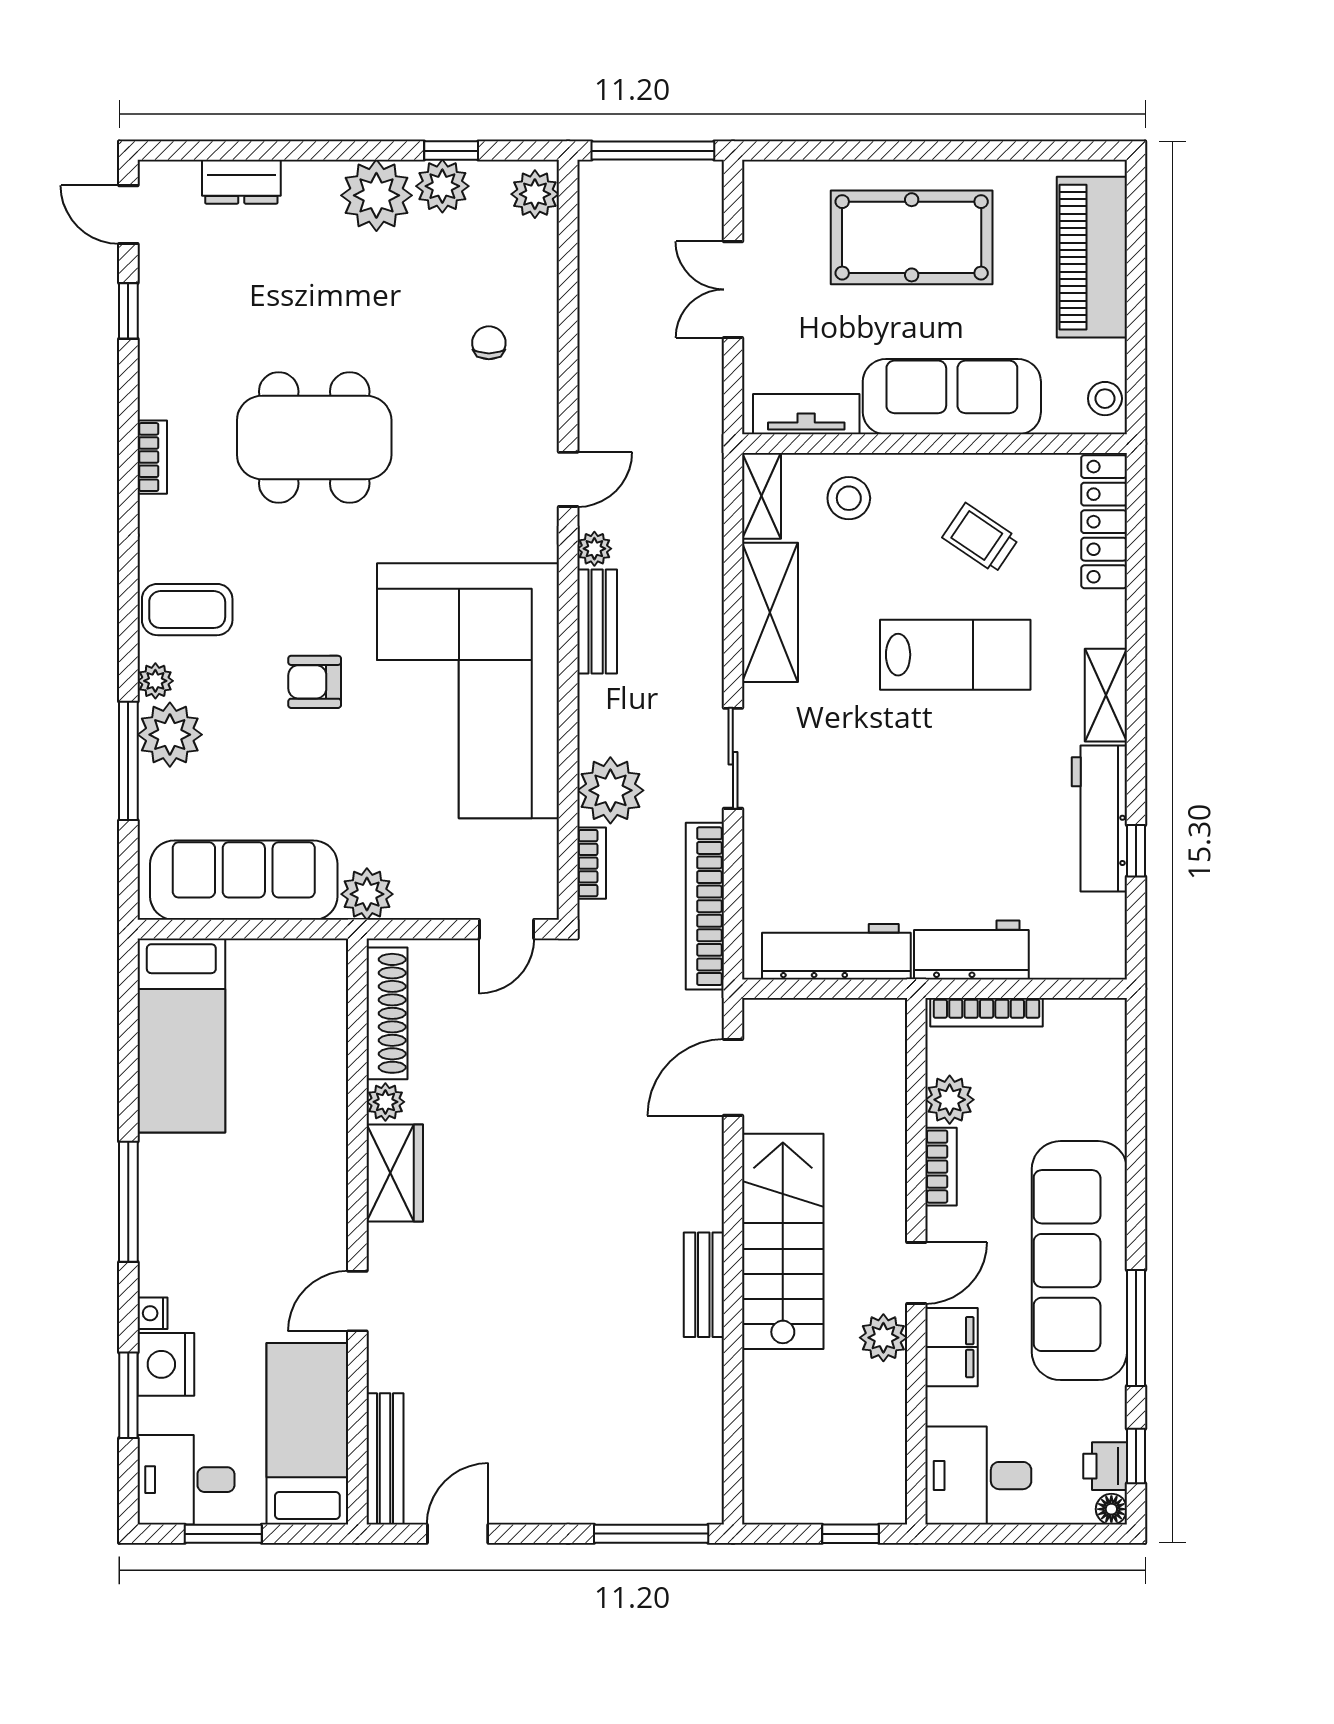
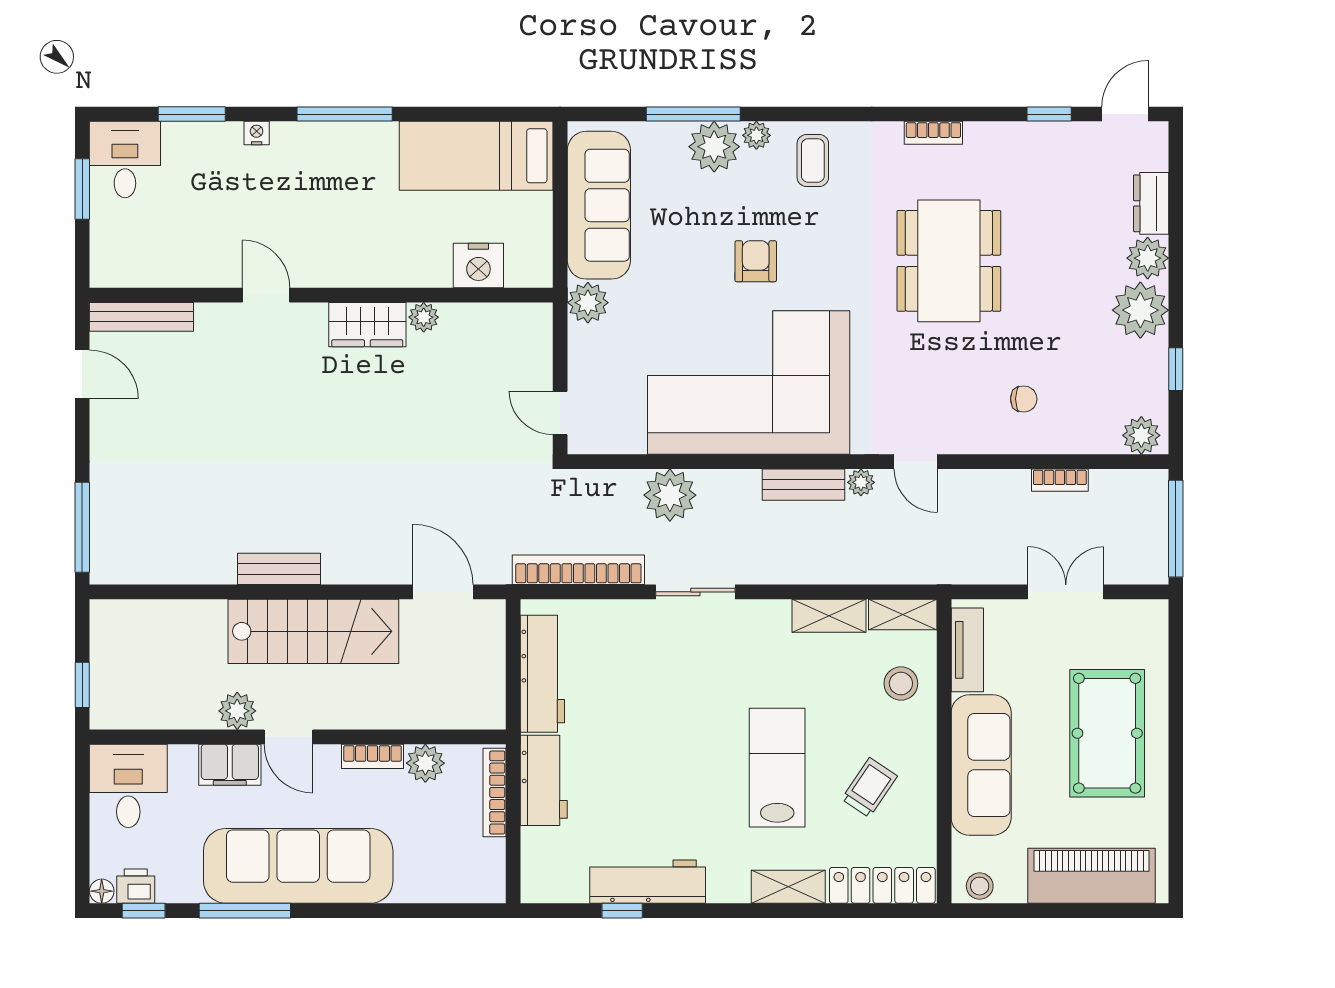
plant: (442, 186) -> (1148, 258), moved
coffee table: (187, 610) -> (813, 160), width x0.73, depth x0.77
shelving: (770, 612) -> (829, 616), width x0.67, depth x0.75
lab bench: (955, 655) -> (777, 768), turned 180
shelving: (1106, 695) -> (788, 887), moved
bookcase: (592, 863) -> (1060, 480), moved
shoe rack: (387, 1013) -> (494, 318), removed
nightstand: (166, 1364) -> (478, 265), moved, turned 180
bed: (307, 1434) -> (161, 255), removed

